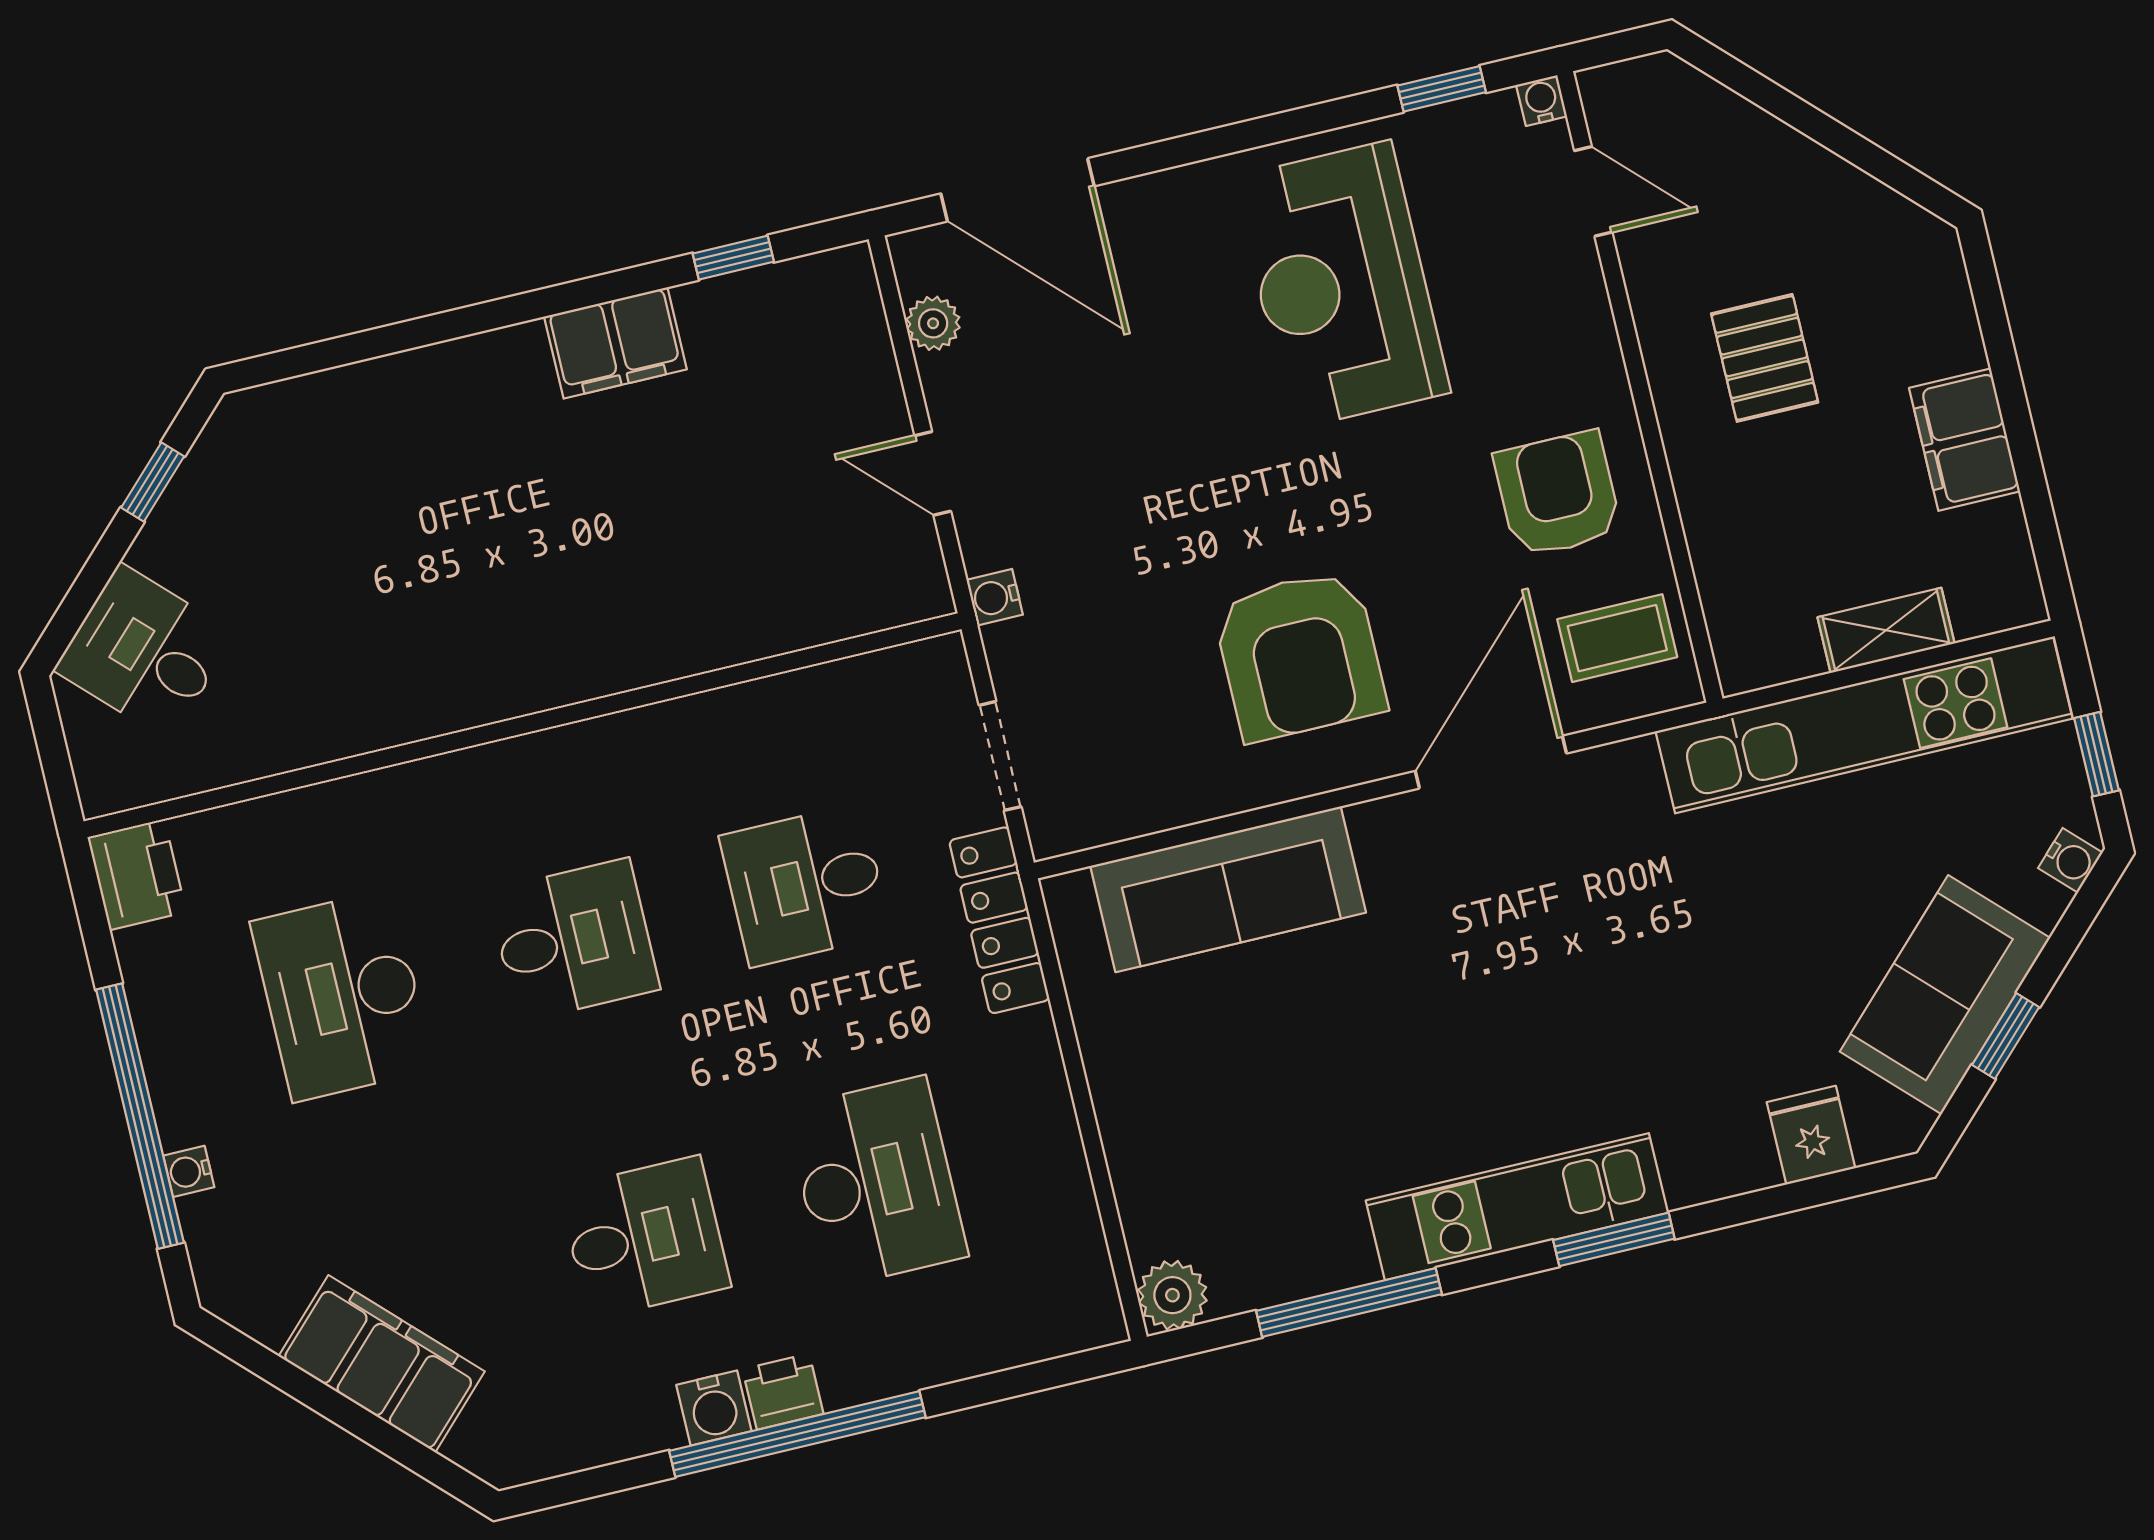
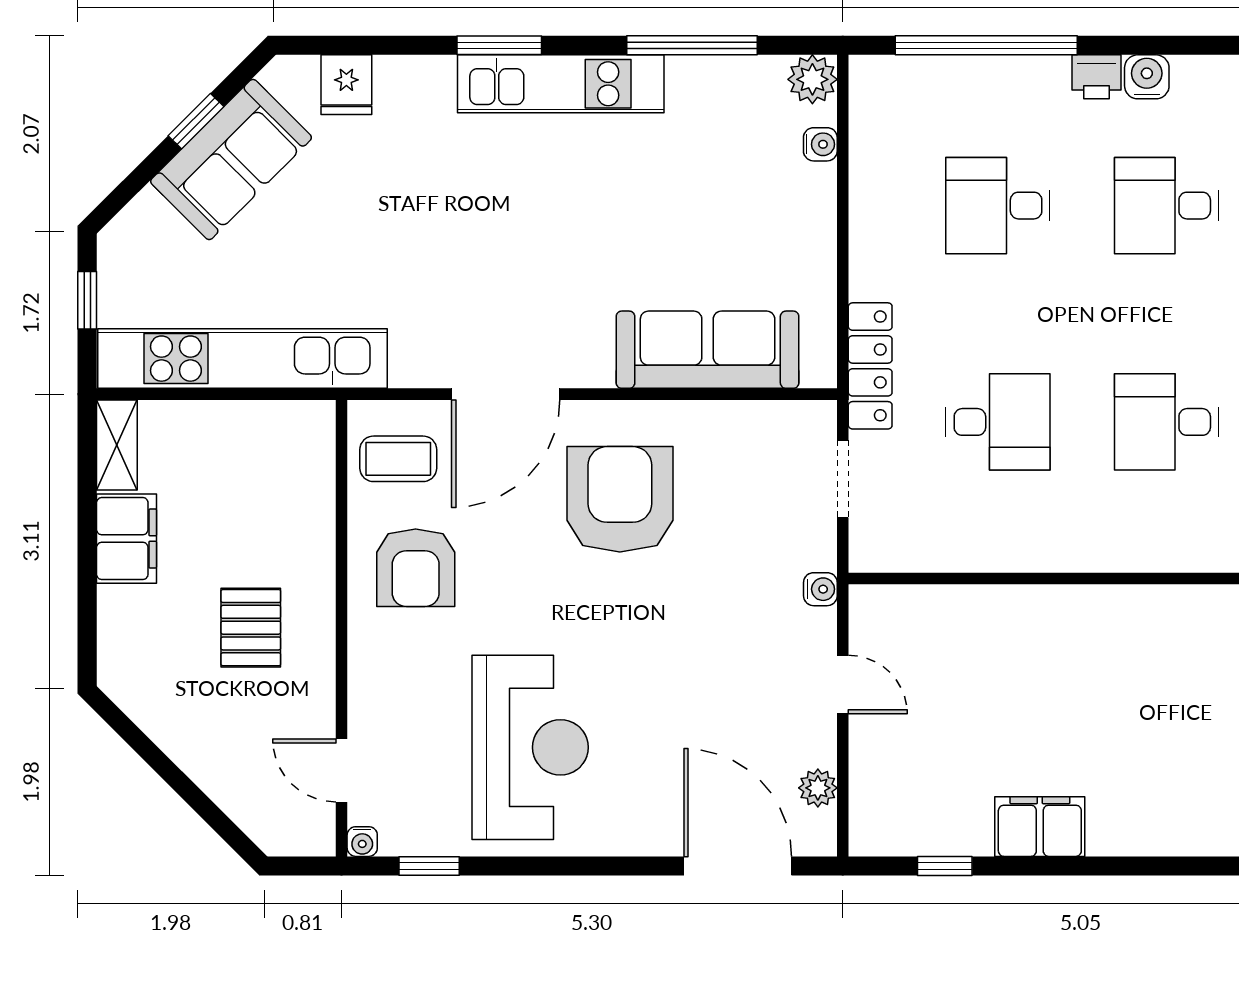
shelving: (1886, 630) -> (117, 445), moved, turned 90
water cooler: (2070, 860) -> (820, 144), moved, turned 135
desk: (876, 1182) -> (998, 206), width x0.73
window: (797, 1434) -> (986, 45), moved

